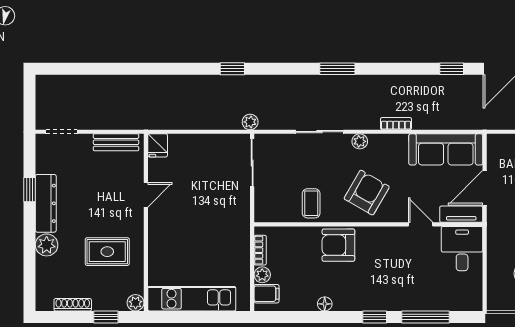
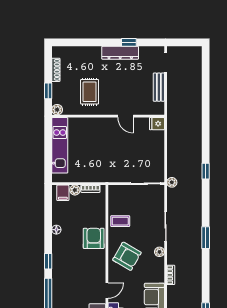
bench: (116, 142) -> (159, 87), moved
plant: (47, 245) -> (94, 53), removed

